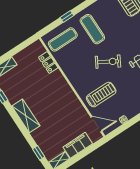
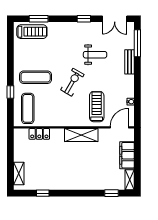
shelving: (26, 116) -> (81, 135), moved

